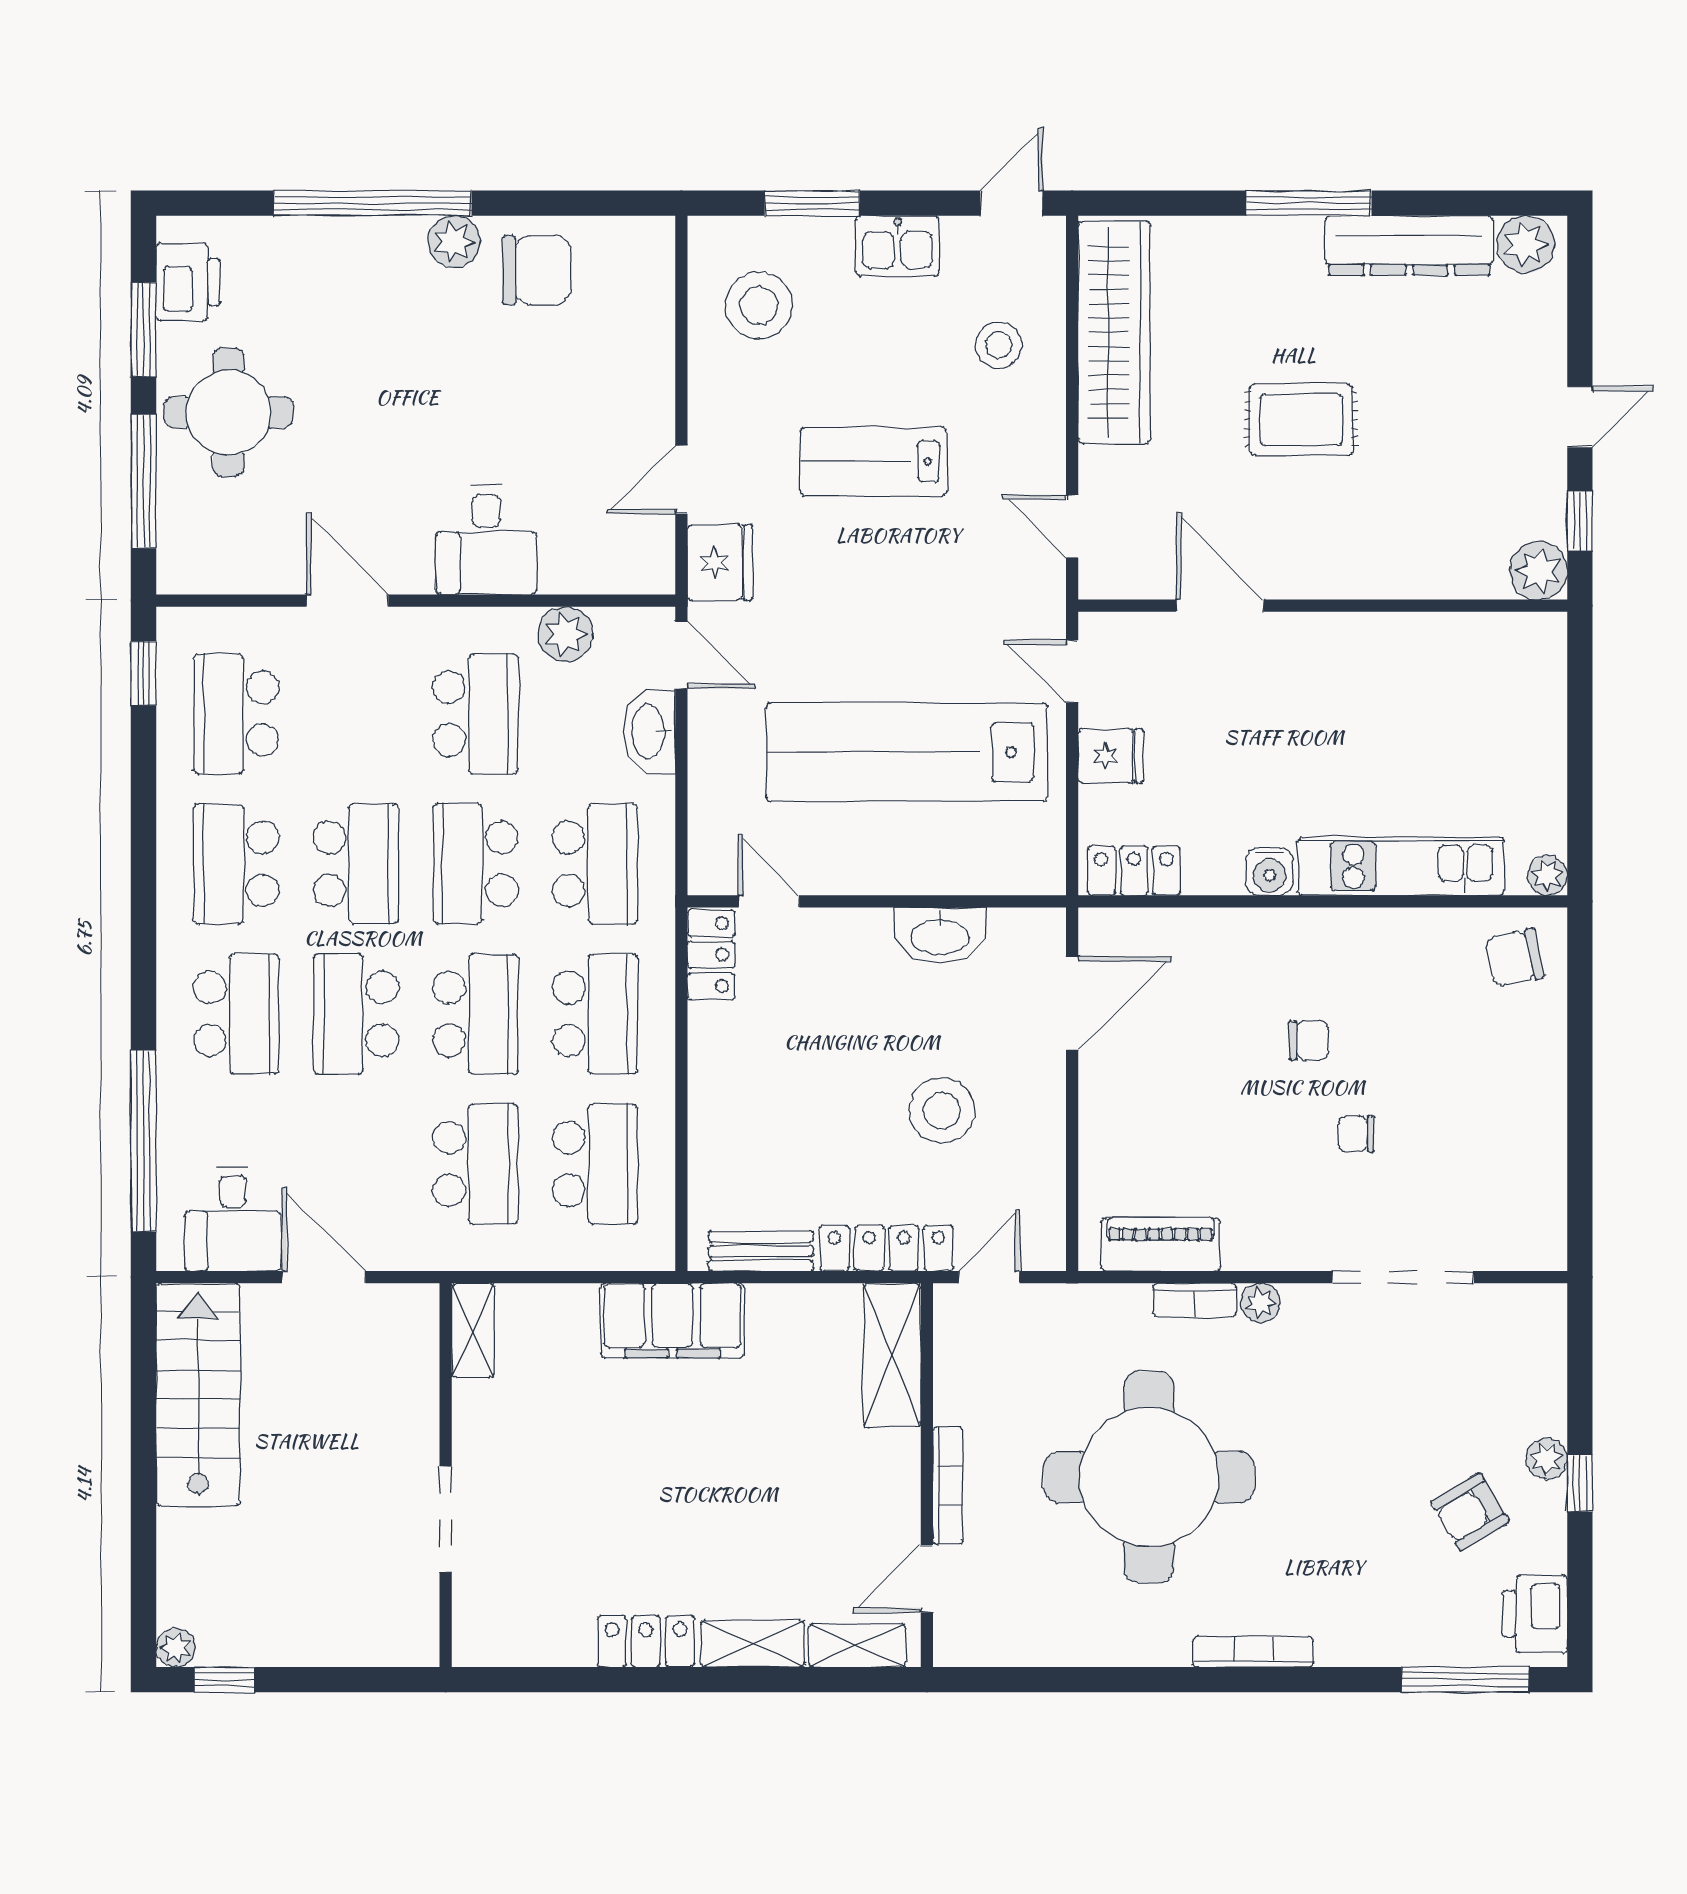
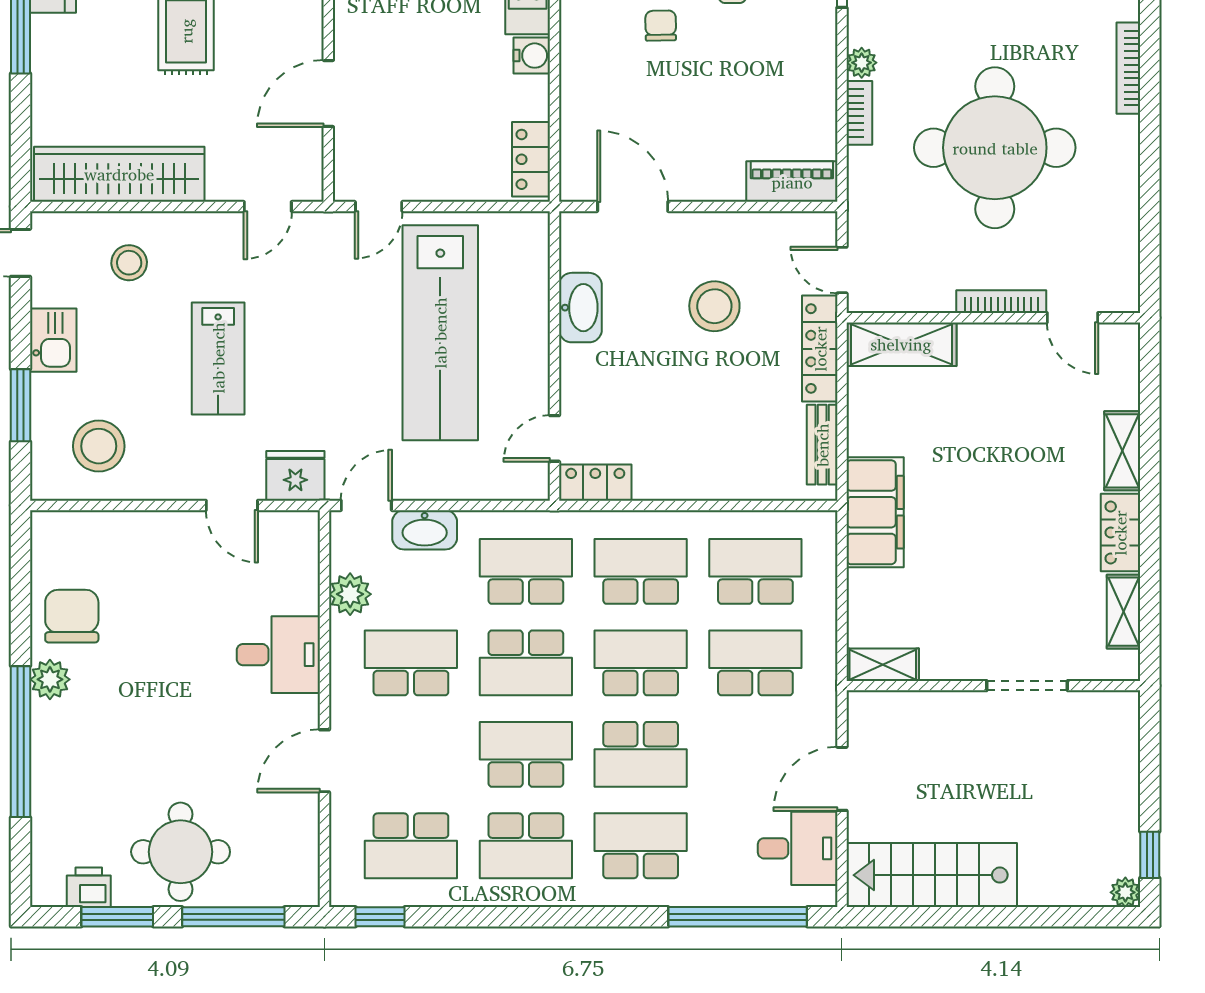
printer: (188, 282) -> (89, 887), width x0.73, depth x0.81
fridge: (1111, 756) -> (443, 177), removed
piano: (1160, 1245) -> (792, 182), moved, turned 90
shelving: (857, 1645) -> (1123, 612), moved

